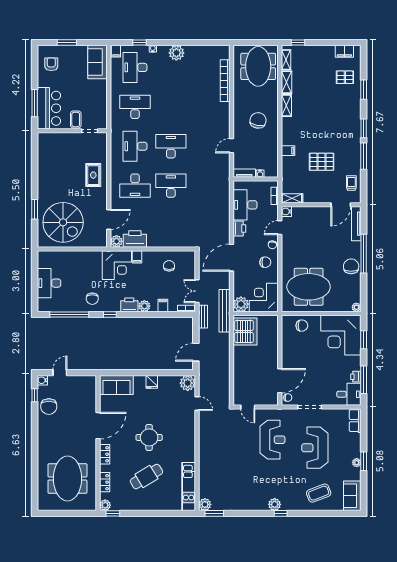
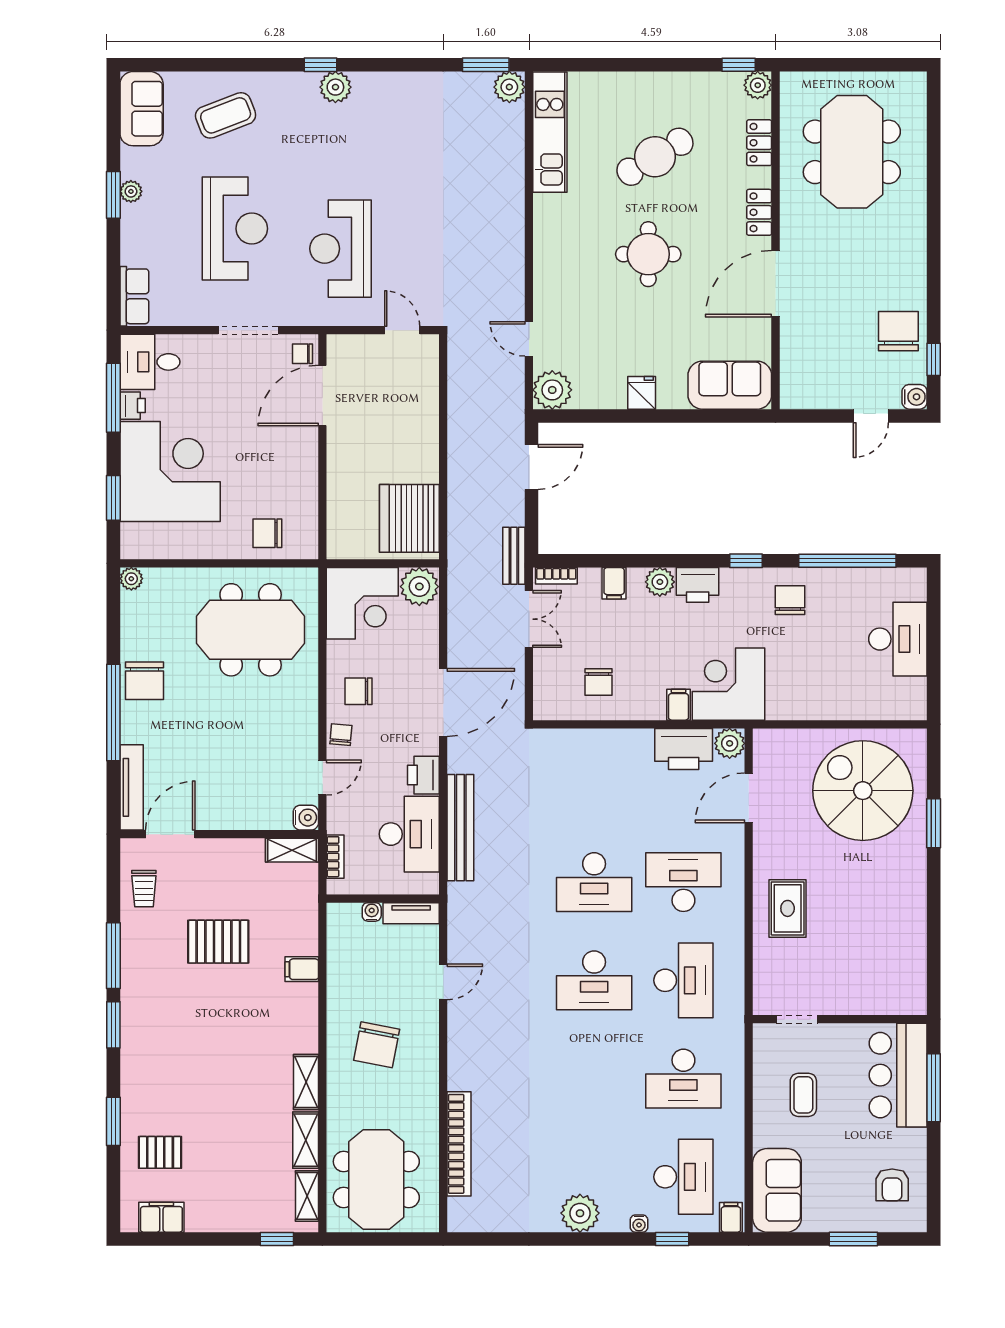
coffee table: (76, 119) -> (803, 1095), moved
bench: (224, 311) -> (460, 828), moved
corner desk: (341, 335) -> (170, 472), moved

